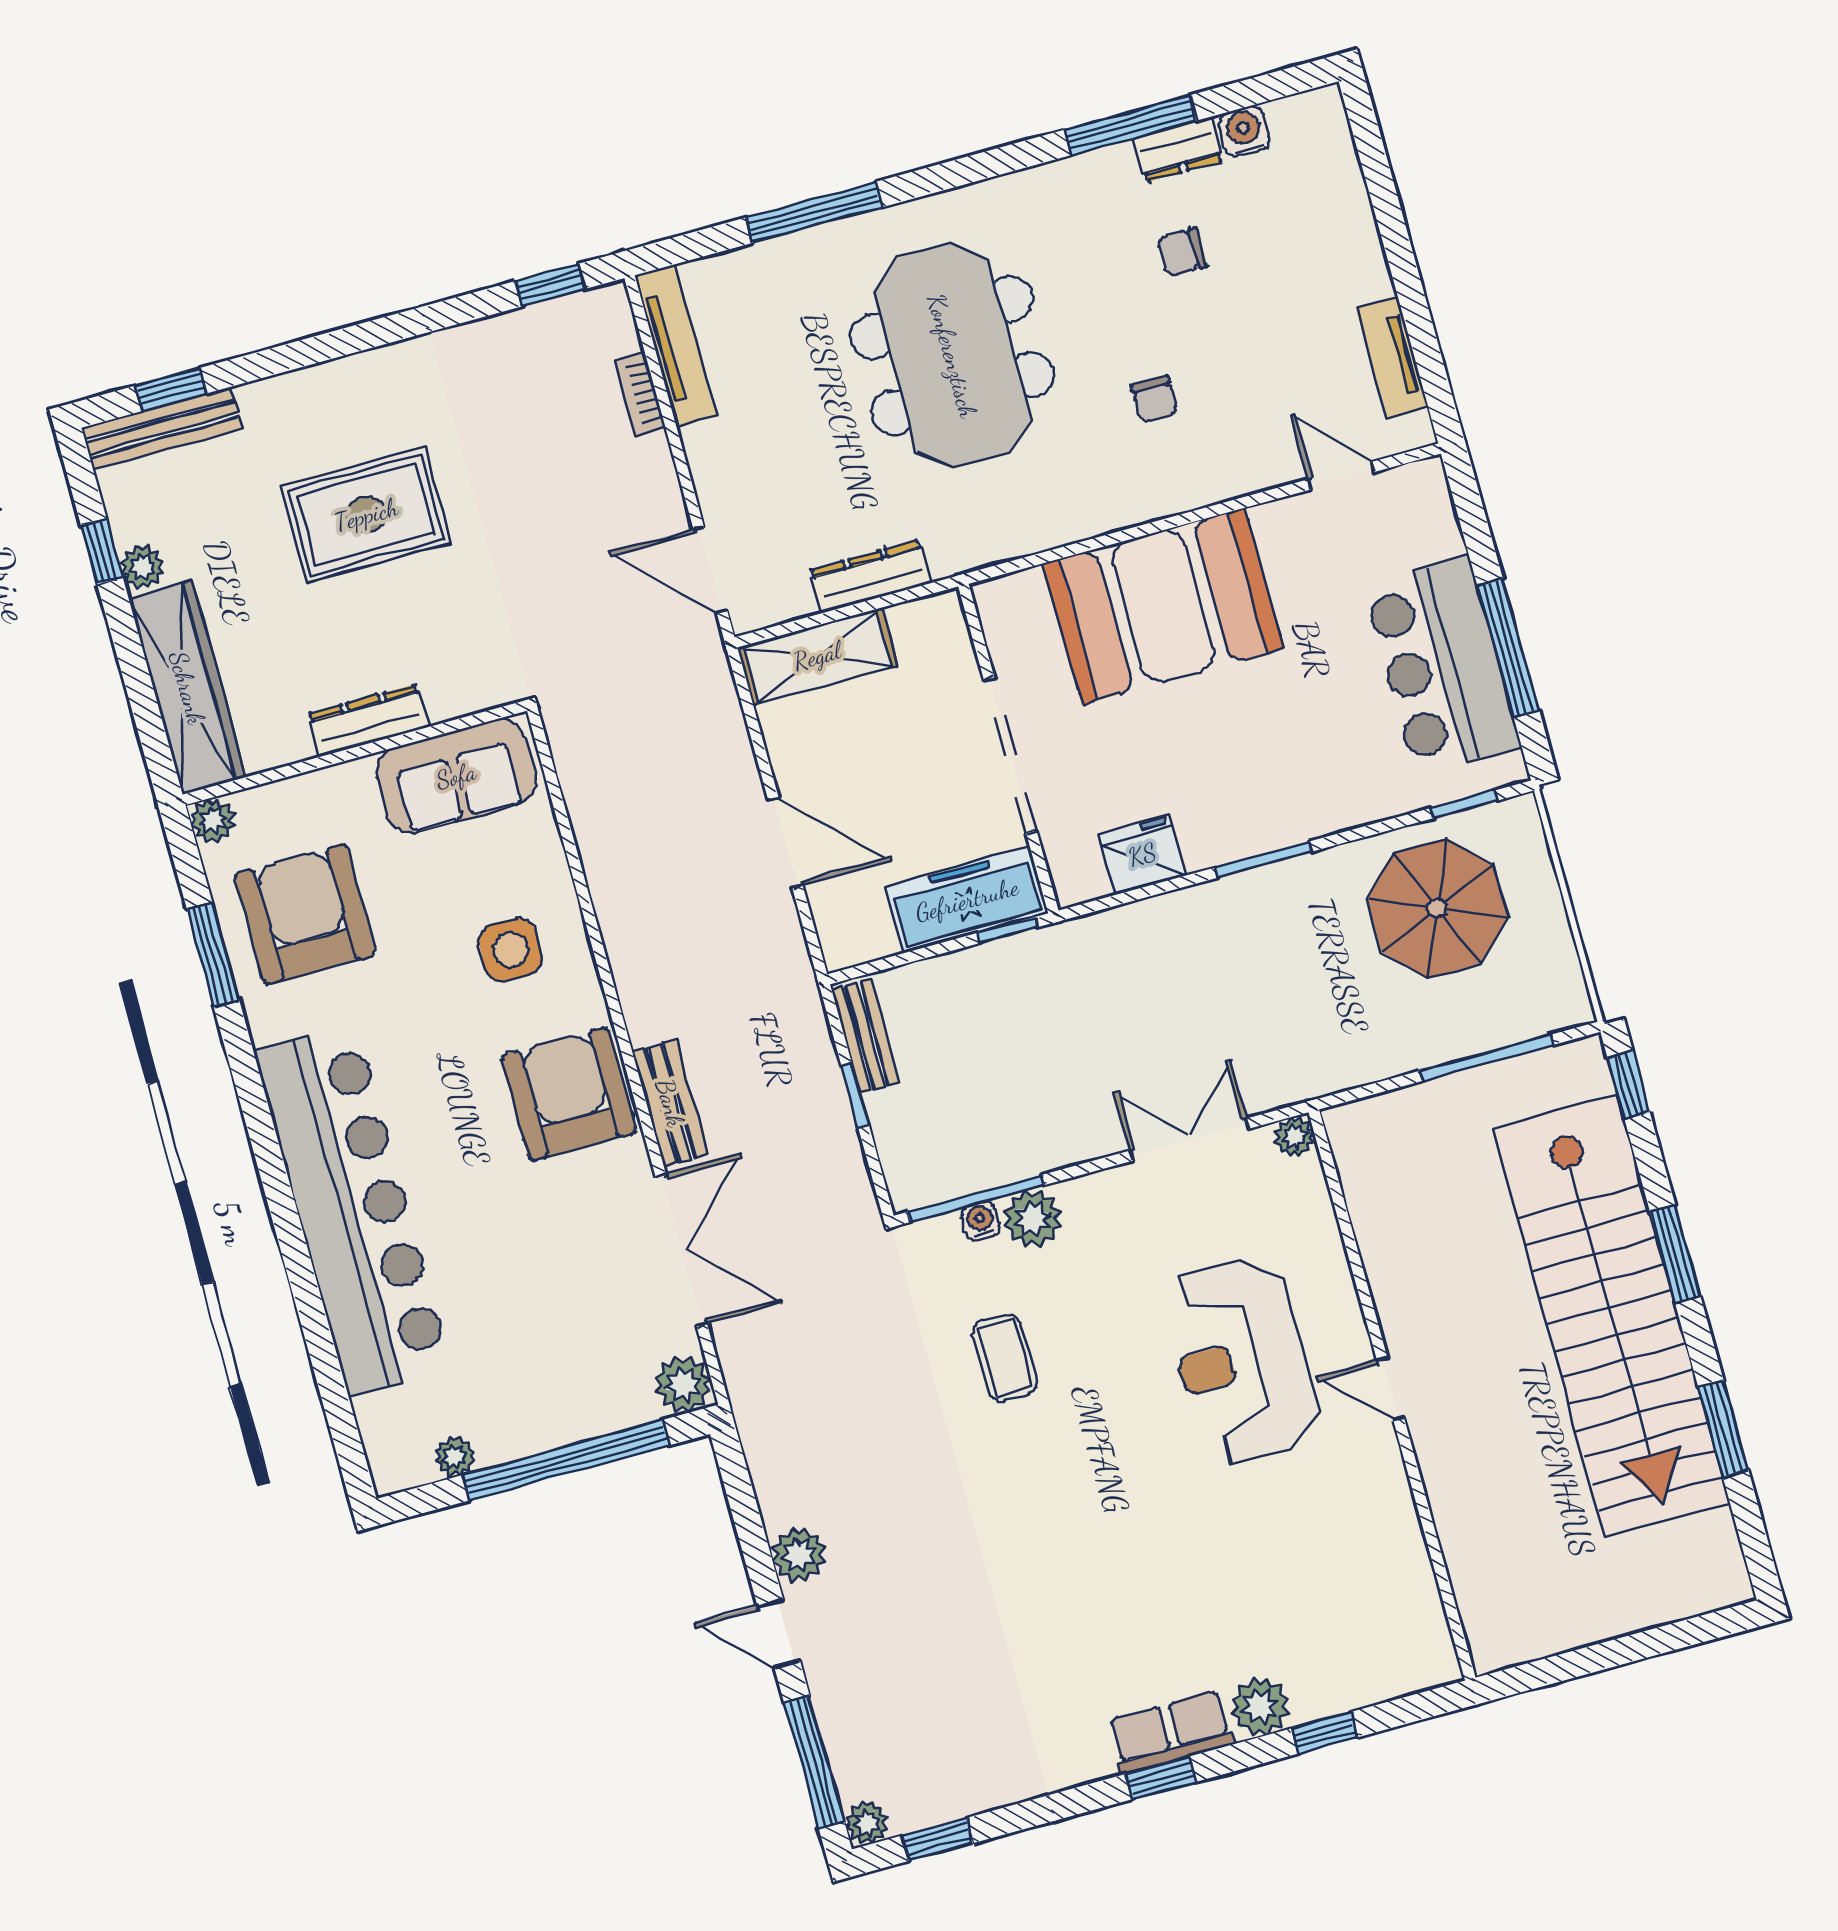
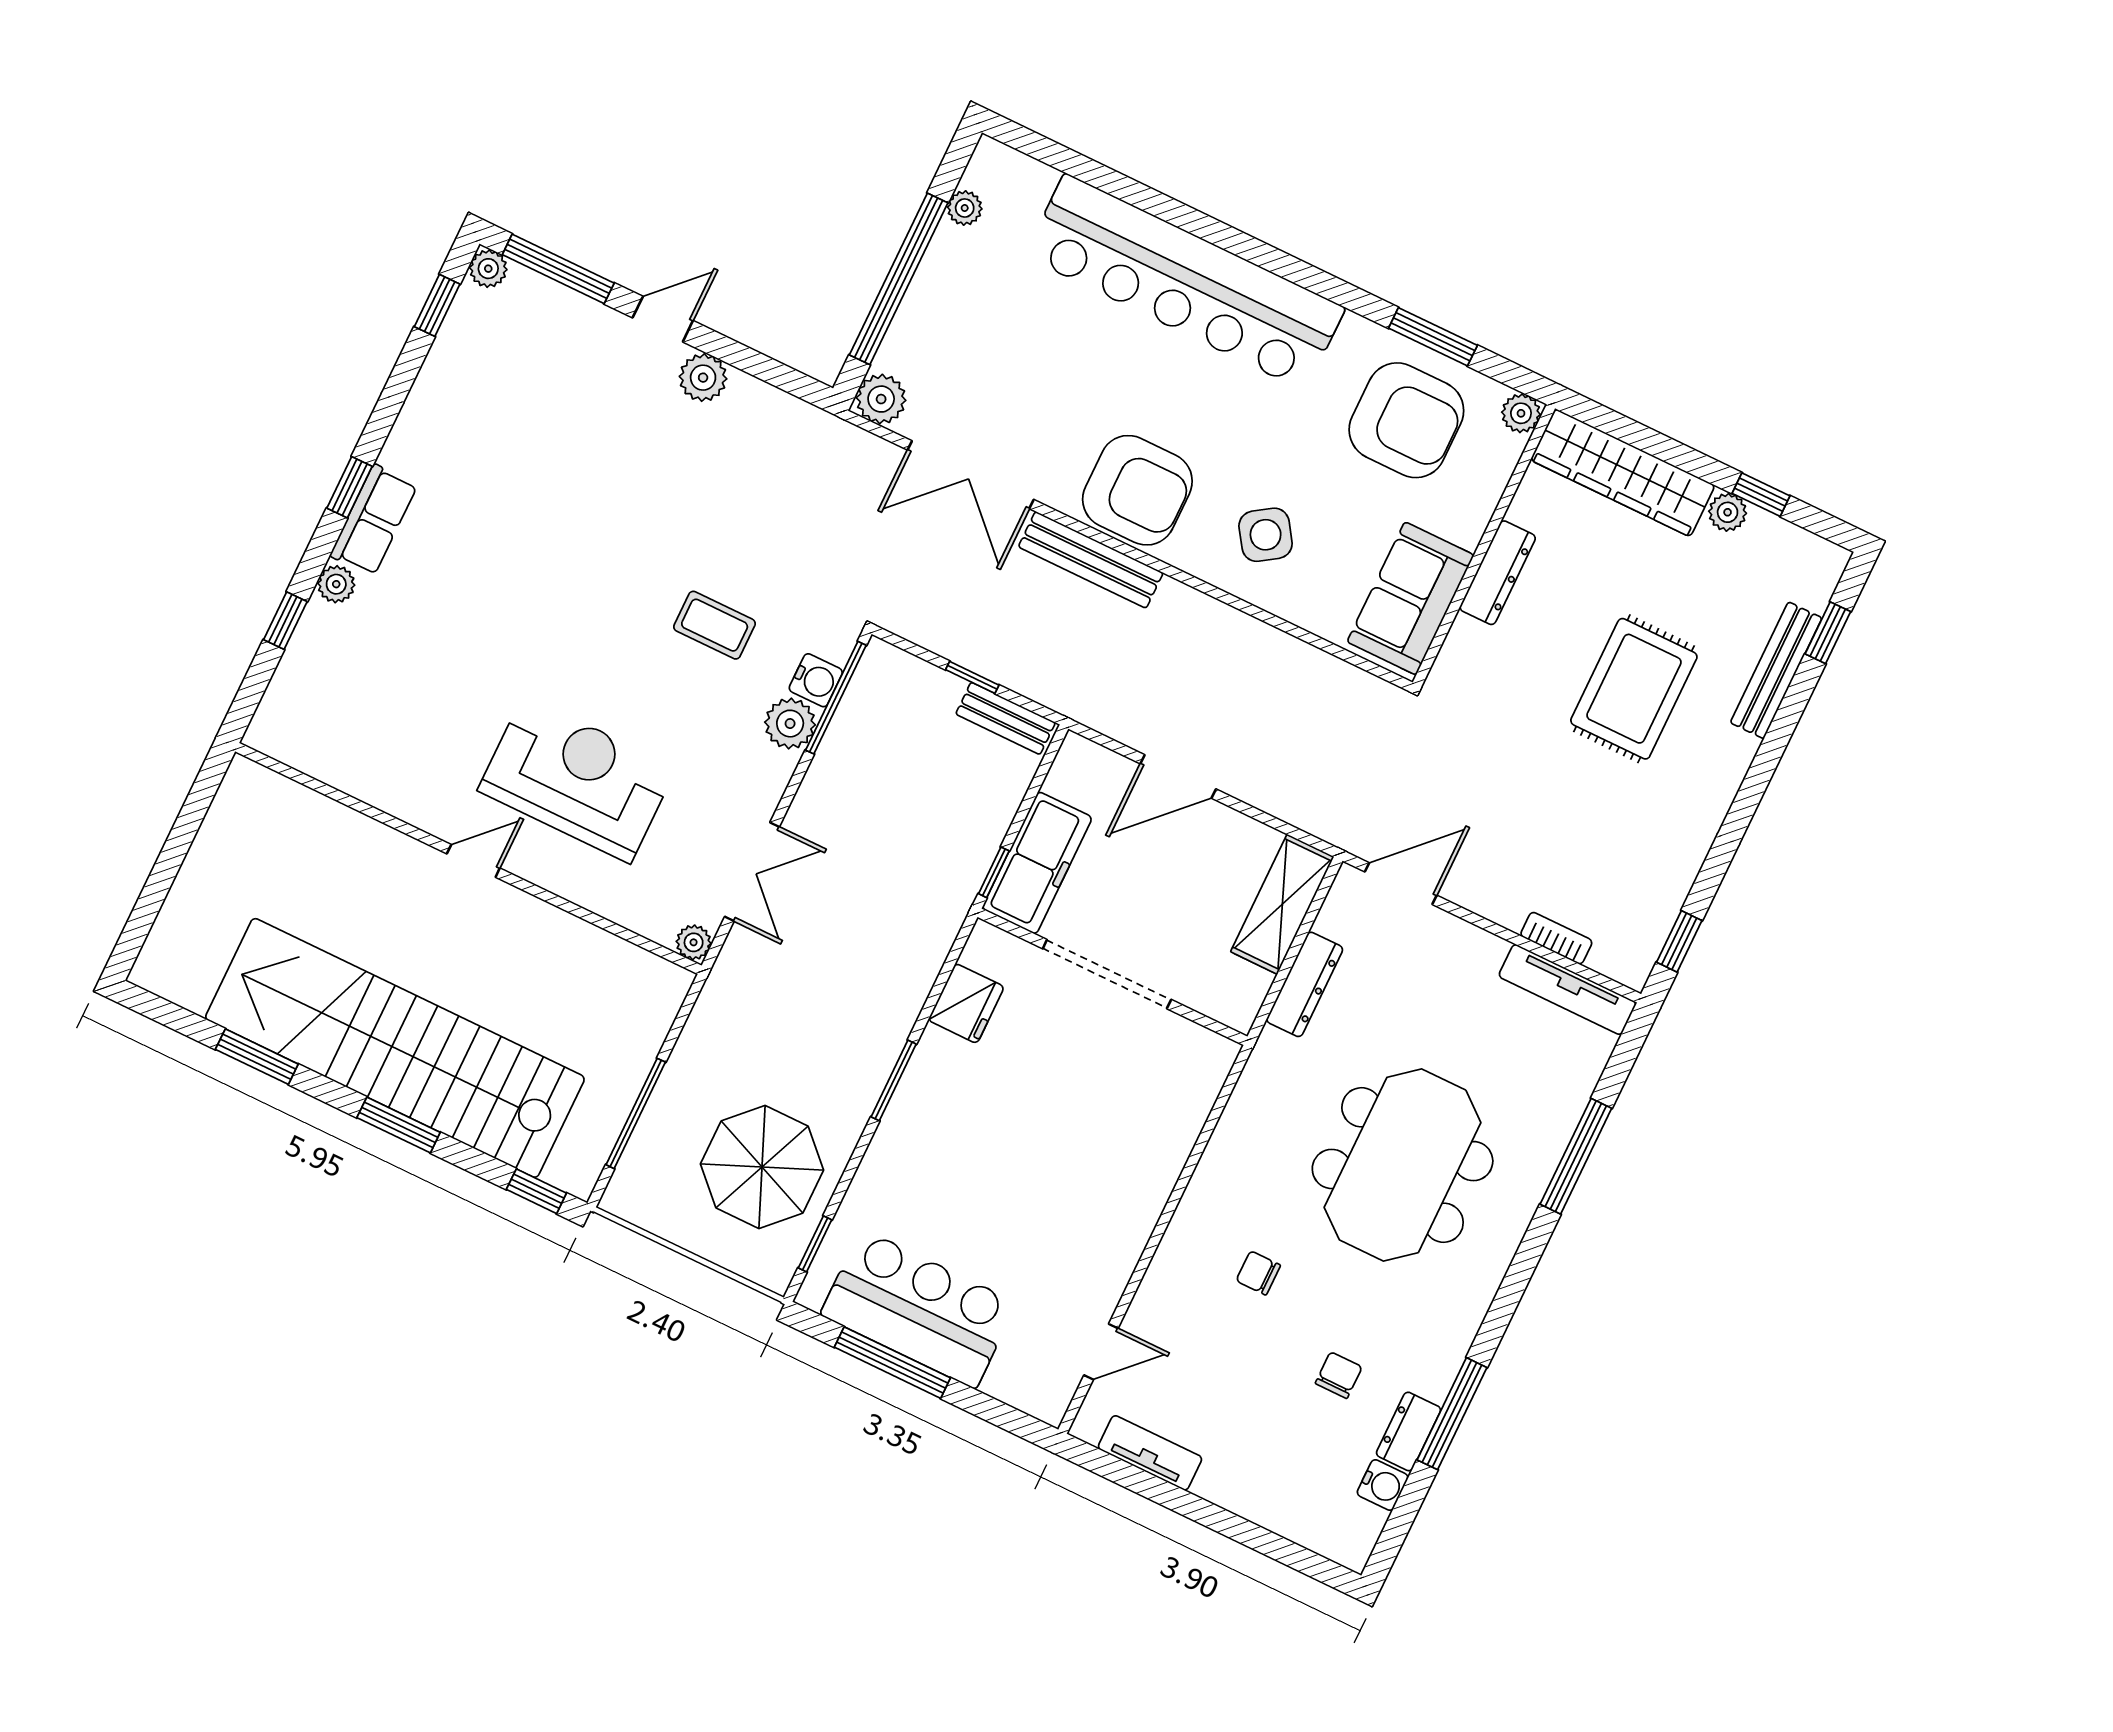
meeting table: (952, 356) -> (1403, 1165), turned 90
bench: (162, 428) -> (1776, 670), moved
booth: (1163, 606) -> (1117, 1160), removed
side table: (511, 950) -> (1266, 535), turned -34
bench: (670, 1103) -> (1091, 560), width x1.36
water cooler: (980, 1221) -> (816, 680), width x1.38, depth x1.38
plant: (1260, 1706) -> (336, 584), width x0.73, depth x0.73

